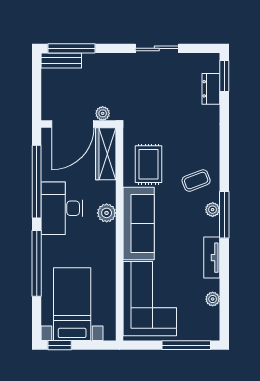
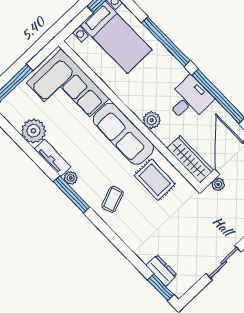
desk: (62, 208) -> (189, 99), width x0.73
plant: (213, 210) -> (71, 178), moved
plant: (213, 299) -> (34, 131), width x1.88, depth x1.88

